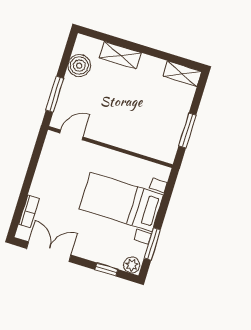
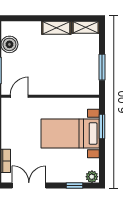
shelving: (120, 55) -> (56, 28), moved
window: (152, 244) -> (102, 127), moved

